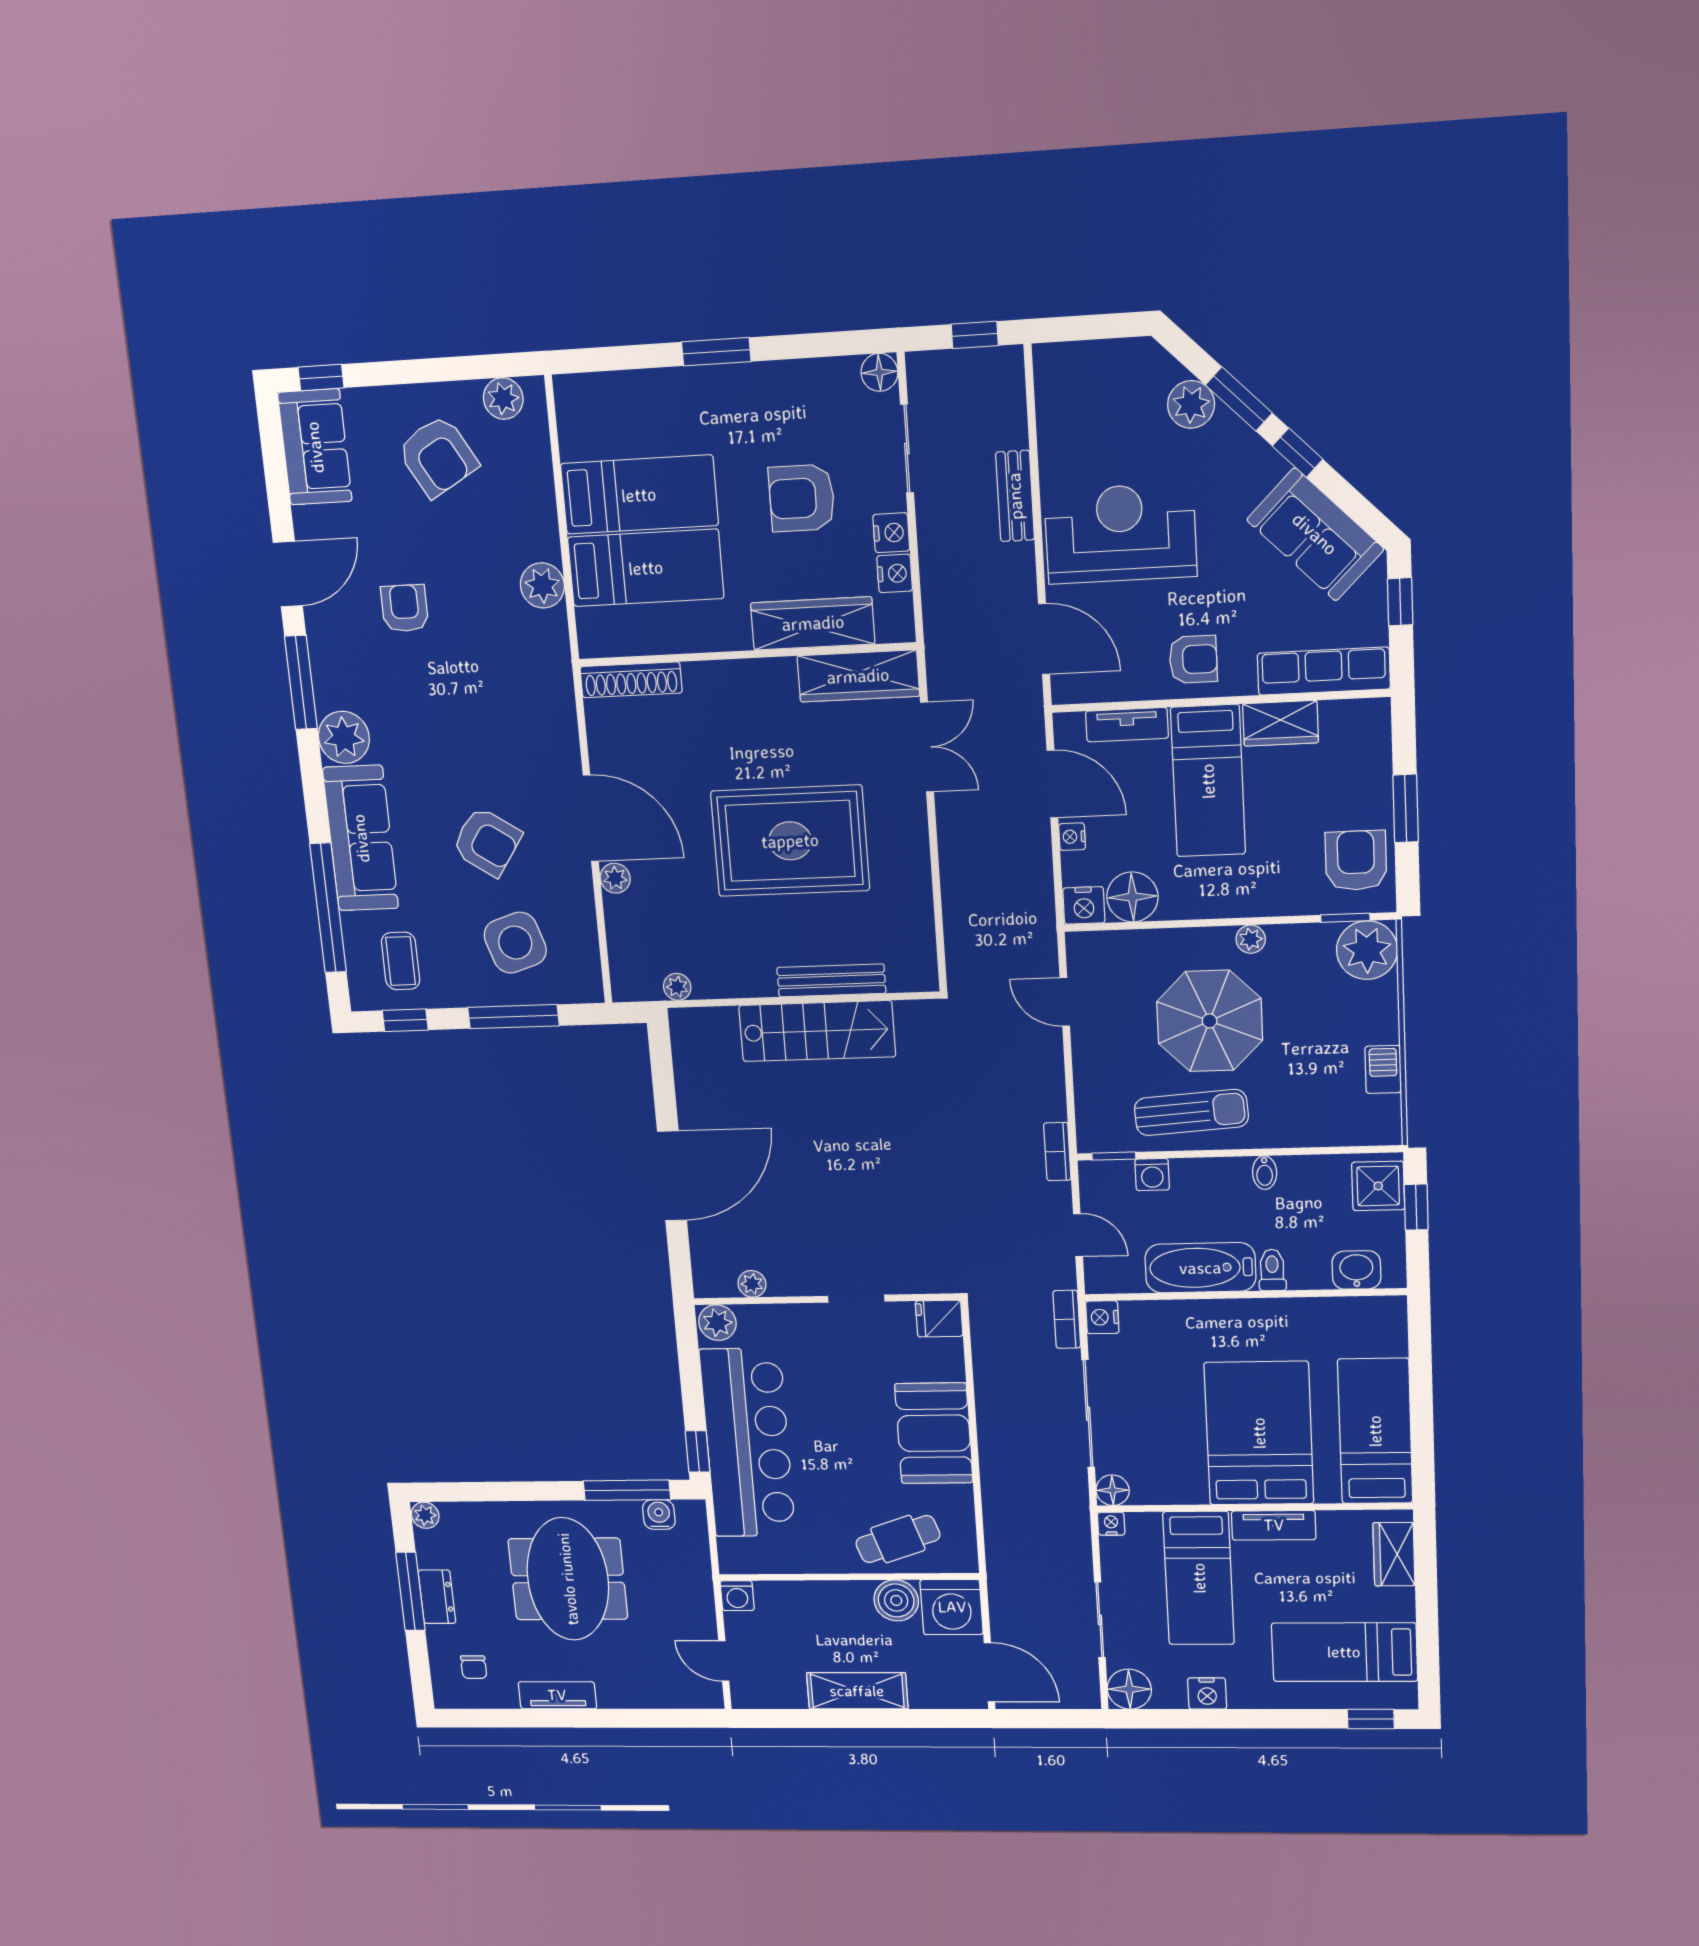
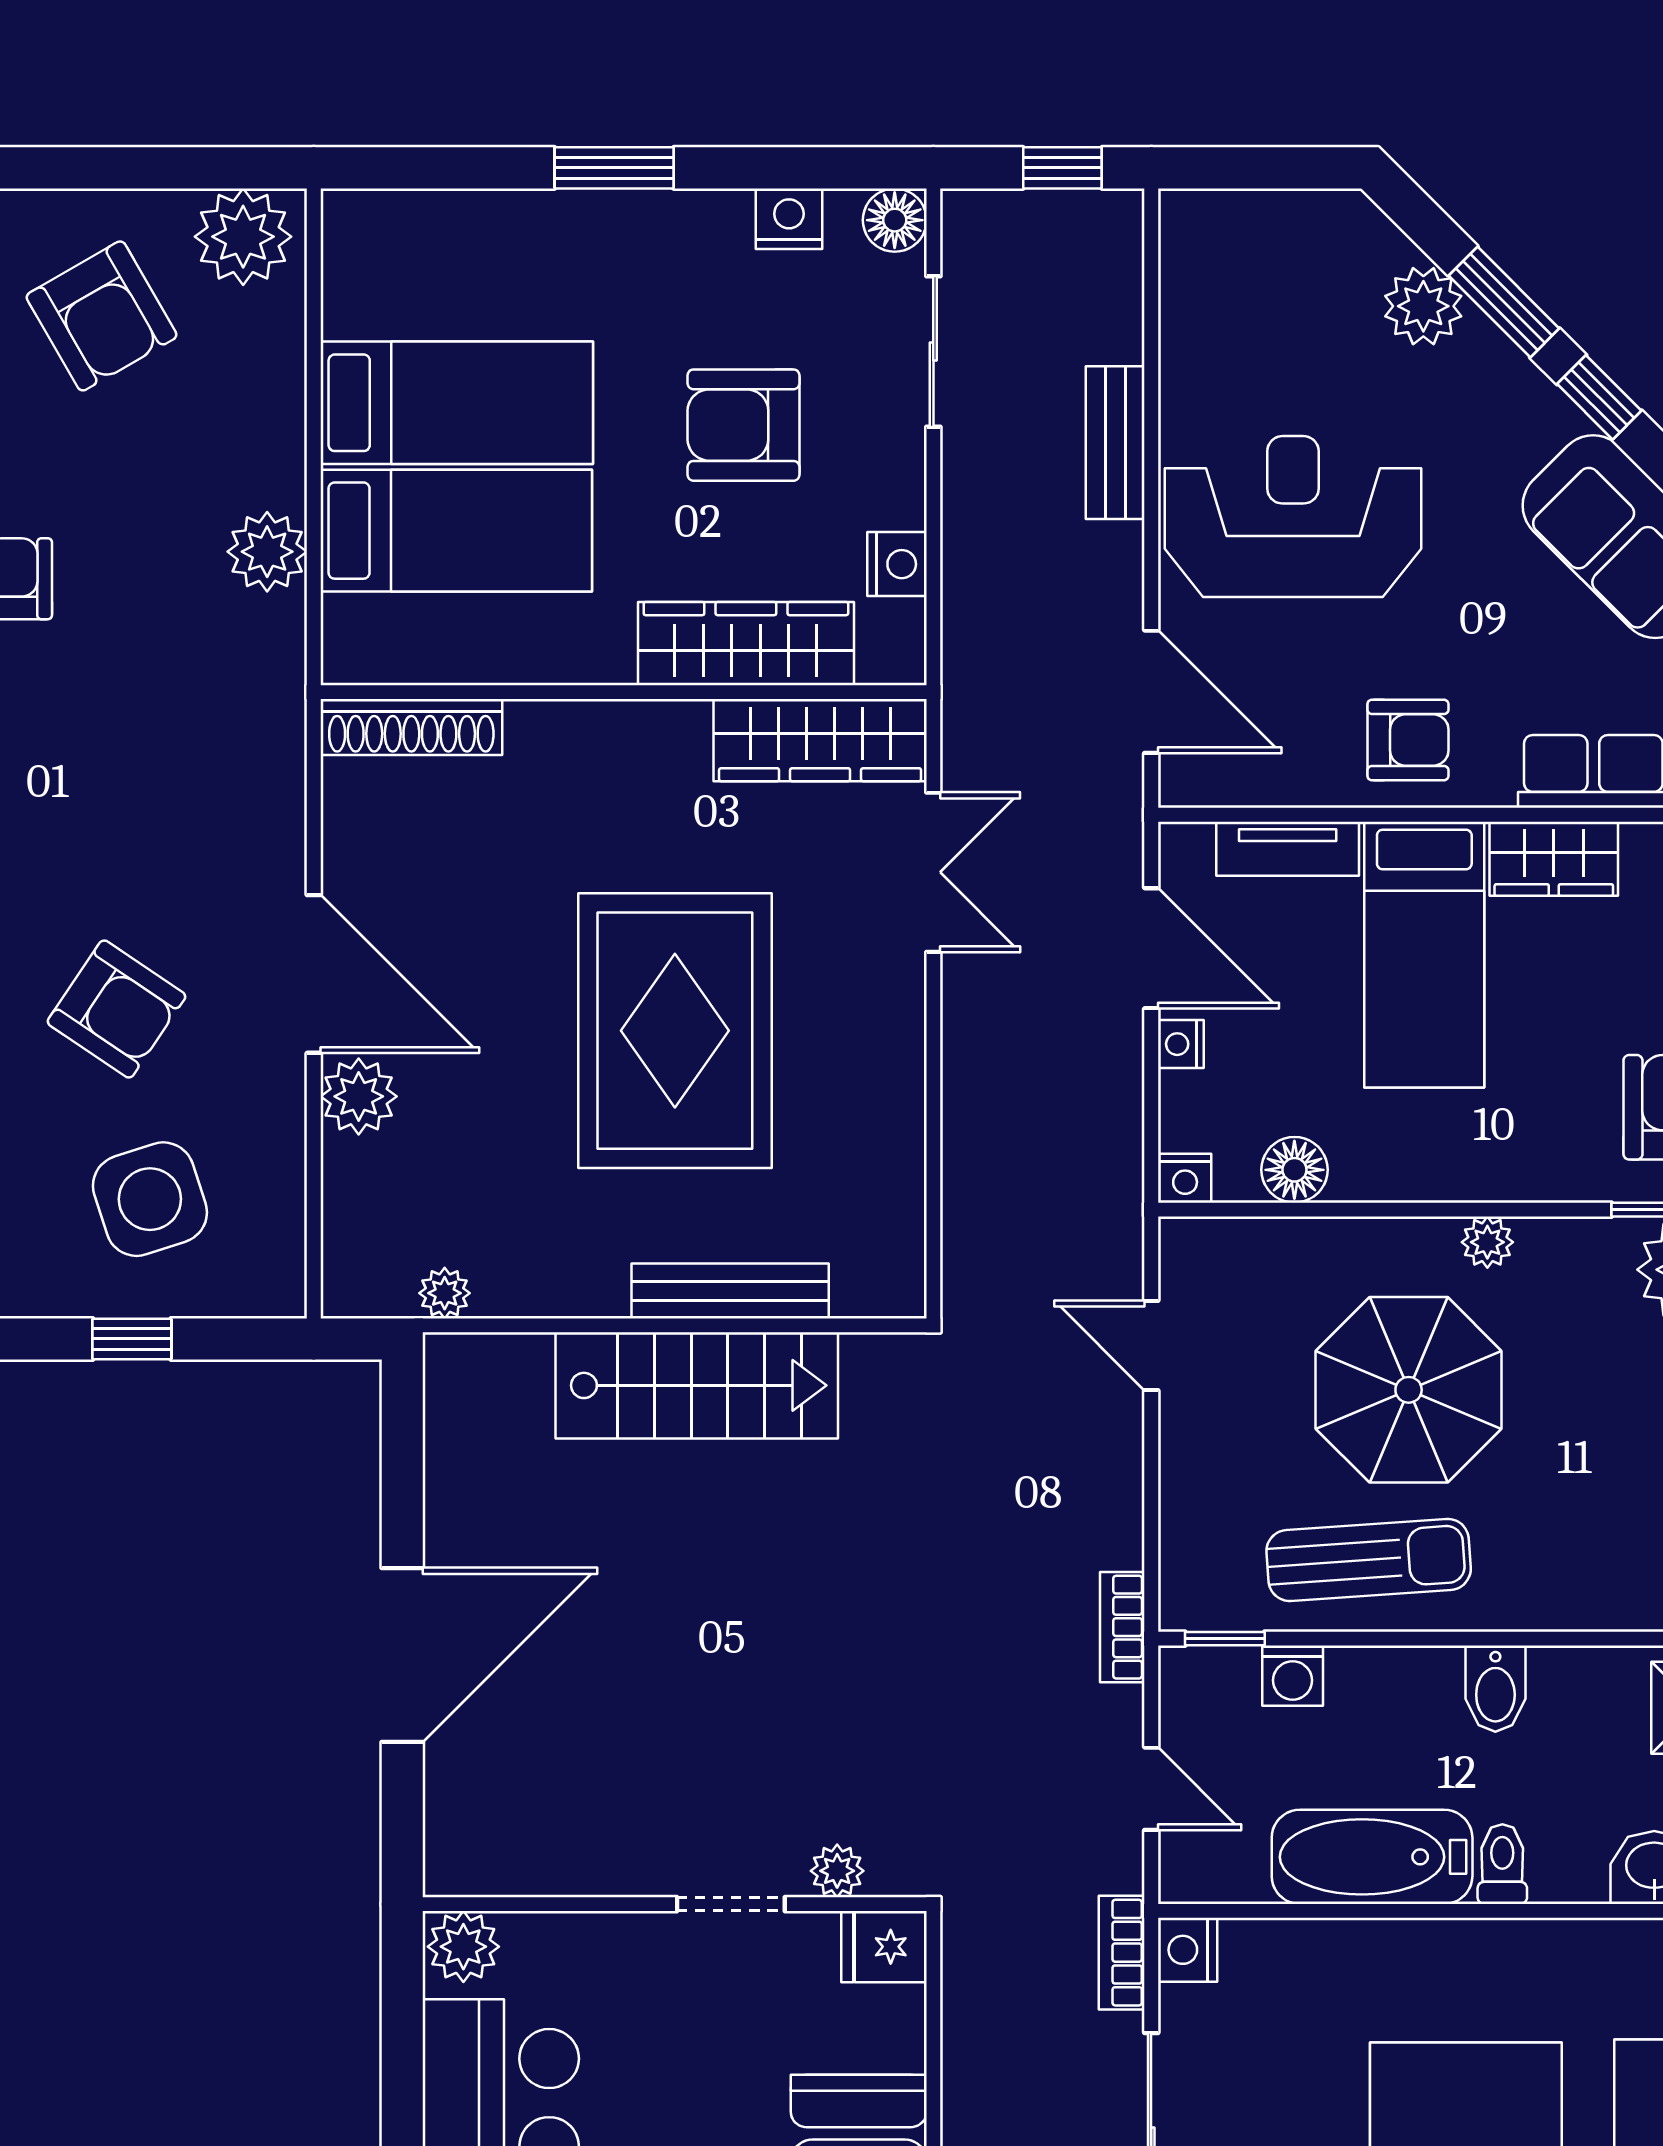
plant: (503, 399) -> (243, 237), width x1.36, depth x1.36
nightstand: (891, 533) -> (789, 219), moved, turned -90
rug: (790, 841) -> (675, 1031), turned 90
plant: (615, 878) -> (359, 1096), width x1.38, depth x1.38
floor lamp: (1132, 897) -> (1294, 1170), width x0.73, depth x0.73
nightstand: (1084, 905) -> (1185, 1178), width x0.72, depth x0.74
window: (513, 1017) -> (132, 1339), width x0.46
bidet: (1265, 1173) -> (1495, 1689), width x1.38, depth x1.36
plant: (752, 1284) -> (837, 1871), moved

